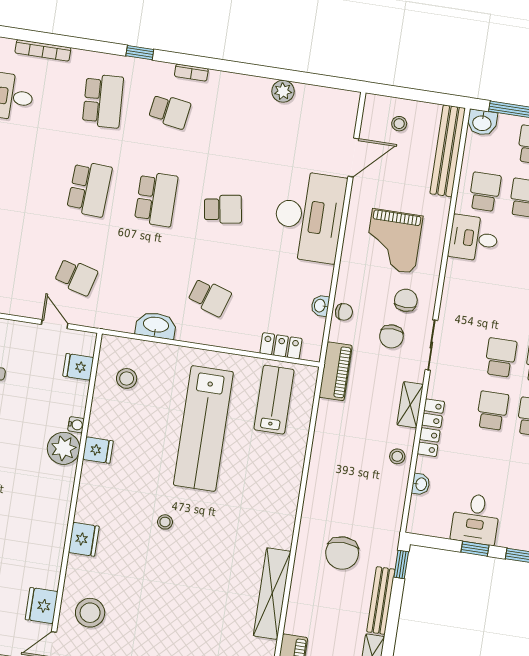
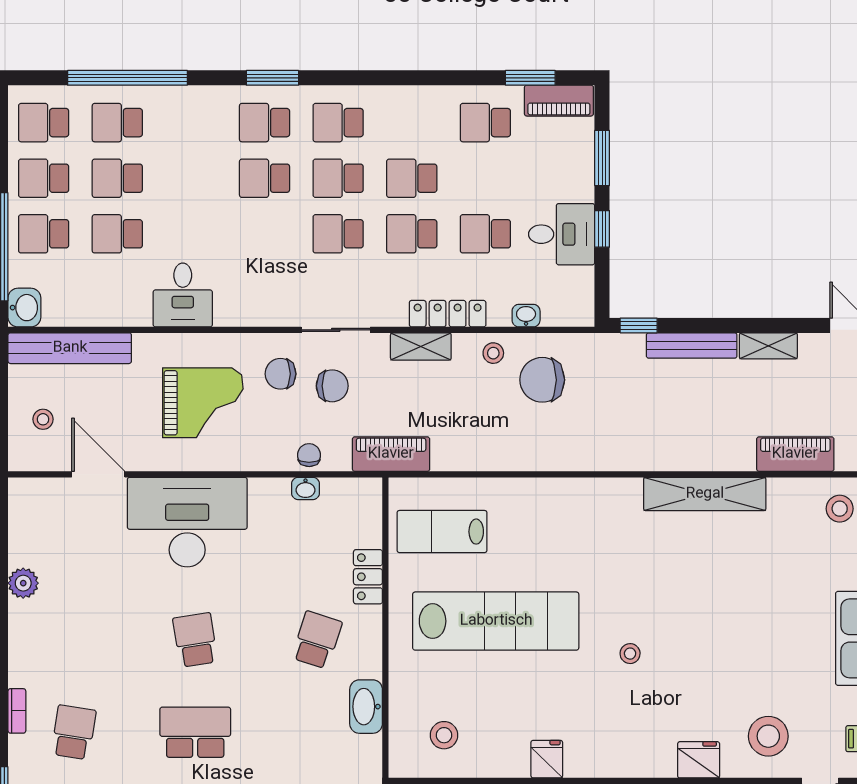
school desk: (485, 192) -> (485, 234), moved
locker: (281, 346) -> (368, 577), moved
fridge: (84, 539) -> (699, 760), moved
chair: (342, 553) -> (542, 380), moved, turned 180

